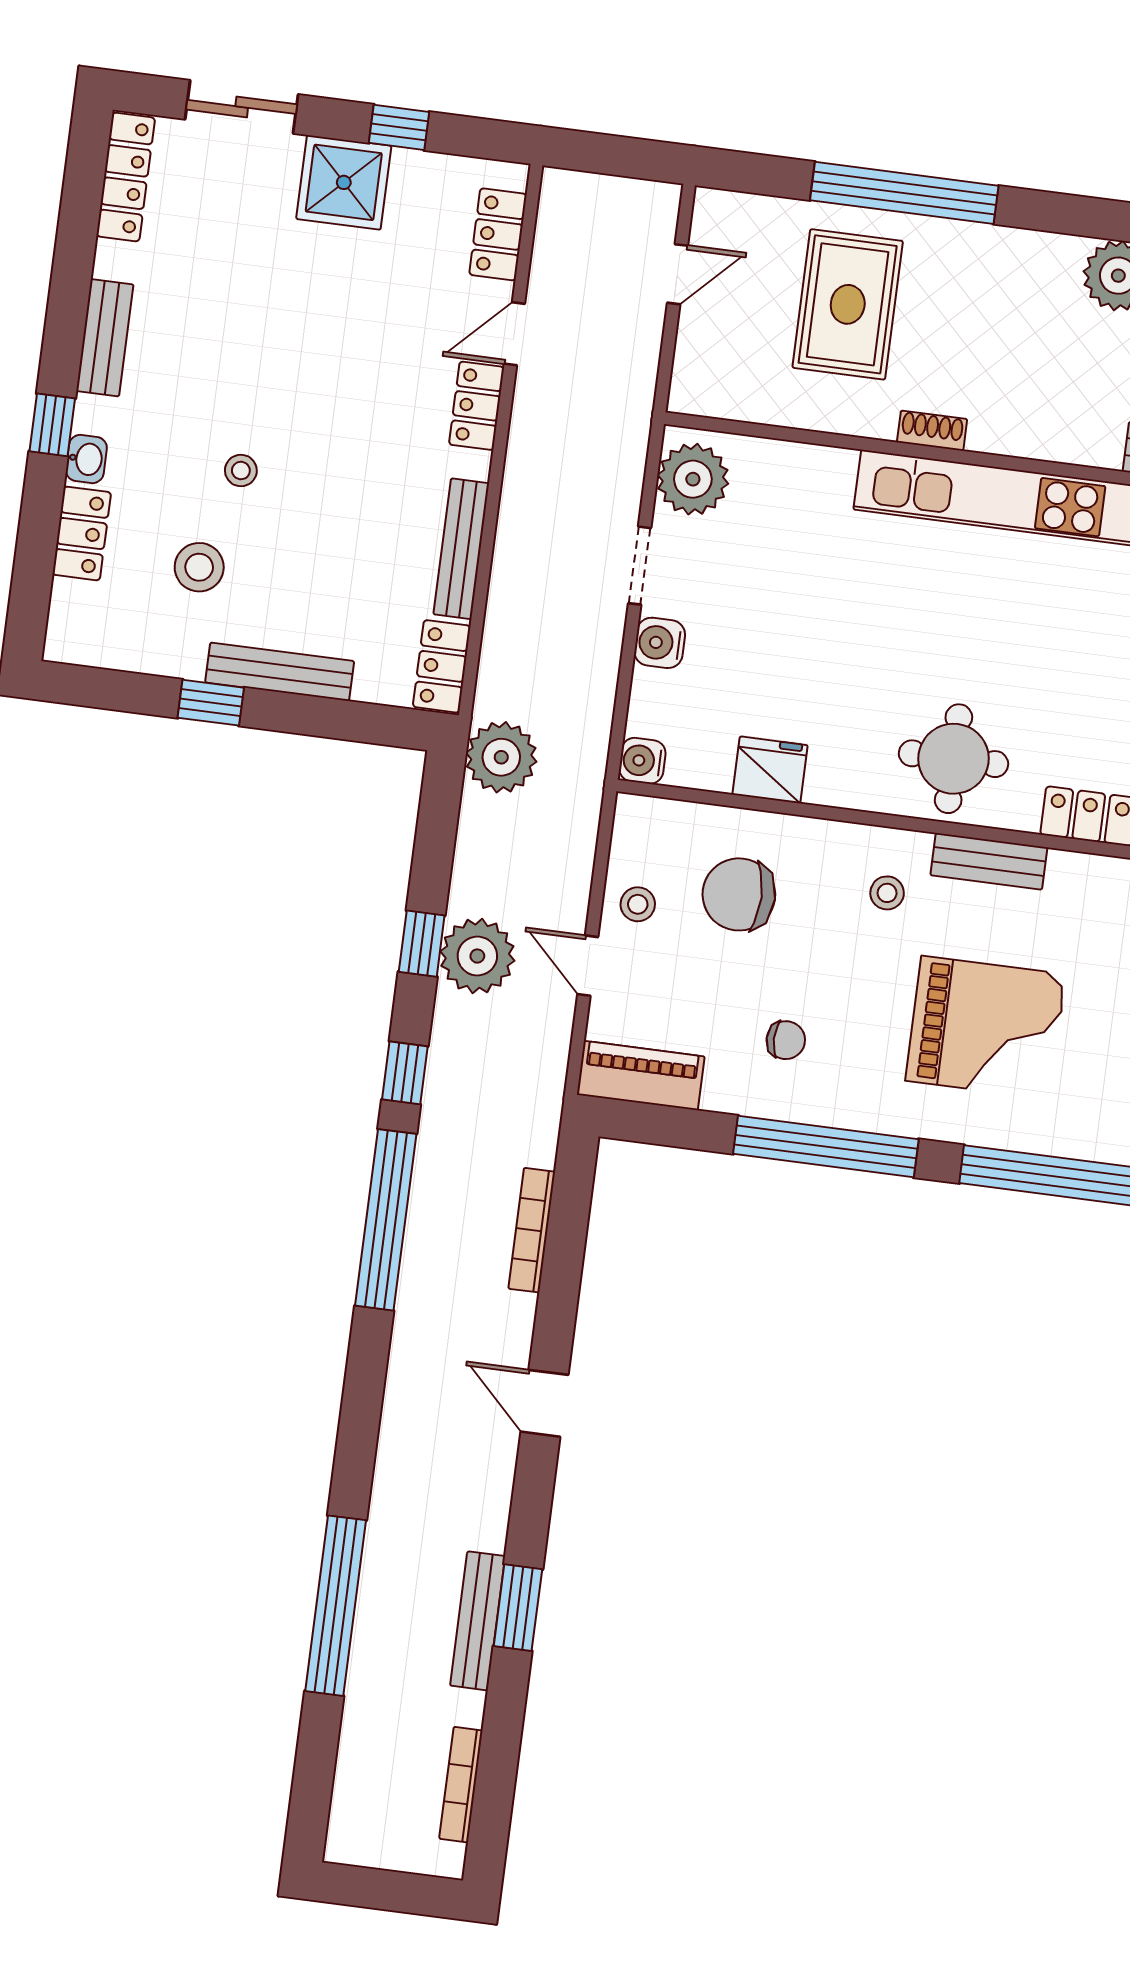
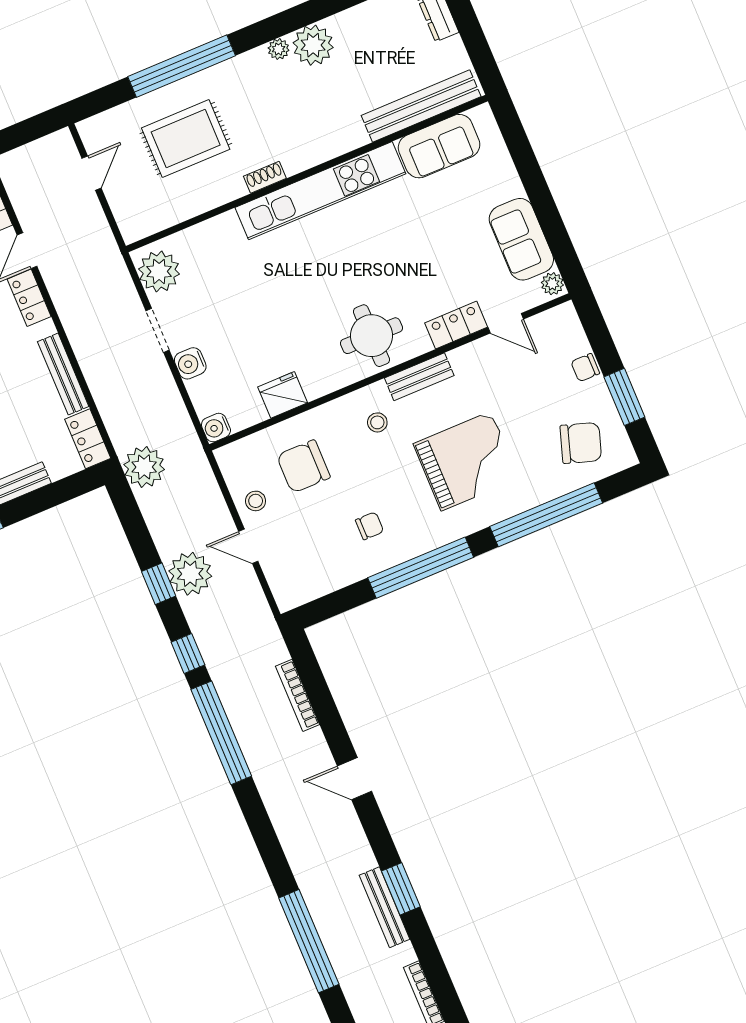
plant: (1063, 252) -> (279, 49), added
rug: (848, 304) -> (186, 139), turned 90
piano: (641, 1076) -> (307, 586), removed

